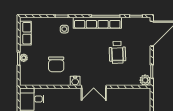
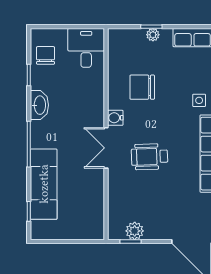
wheelchair: (117, 52) -> (150, 157), moved
plant: (145, 80) -> (135, 231), moved

